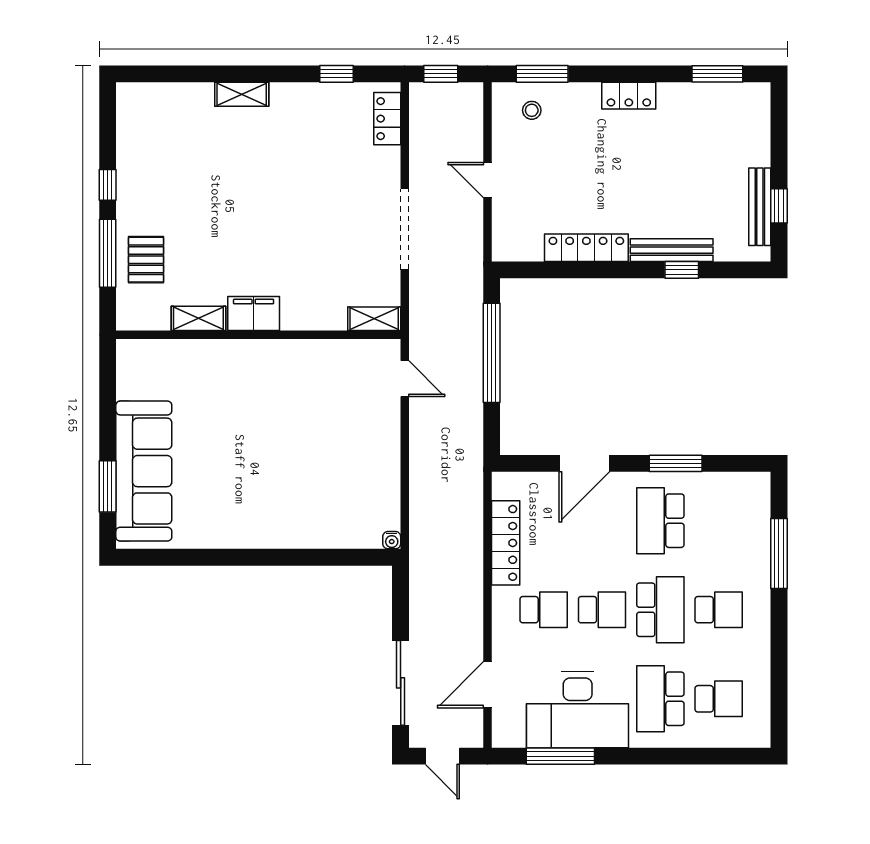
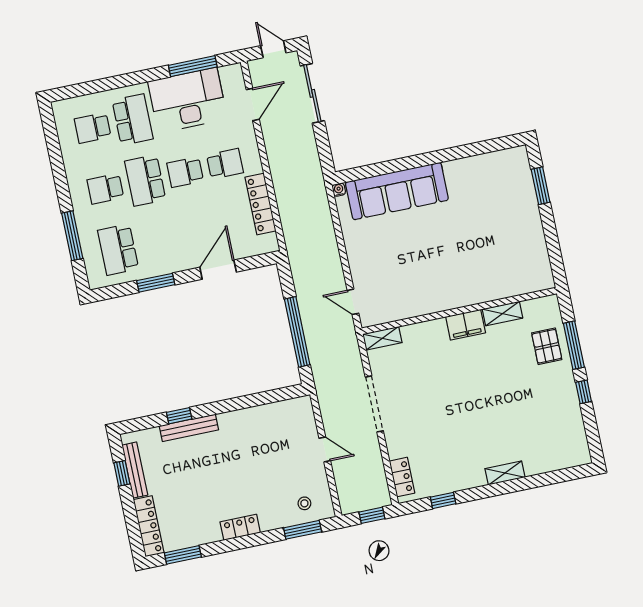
locker: (586, 248) -> (149, 526), moved, turned -90
sofa: (144, 471) -> (397, 191), moved, turned -90
school desk: (660, 521) -> (118, 250), moved, turned 180
school desk: (544, 610) -> (225, 164), turned 180

